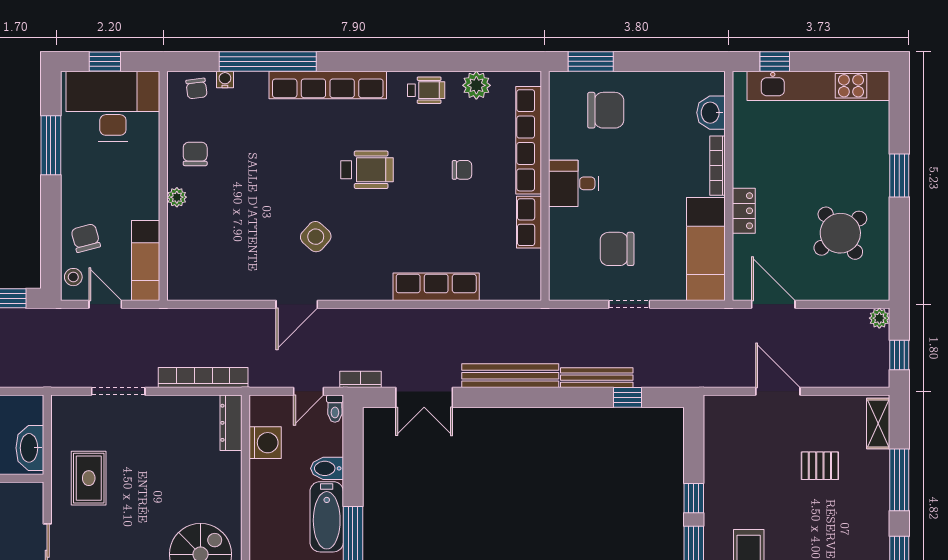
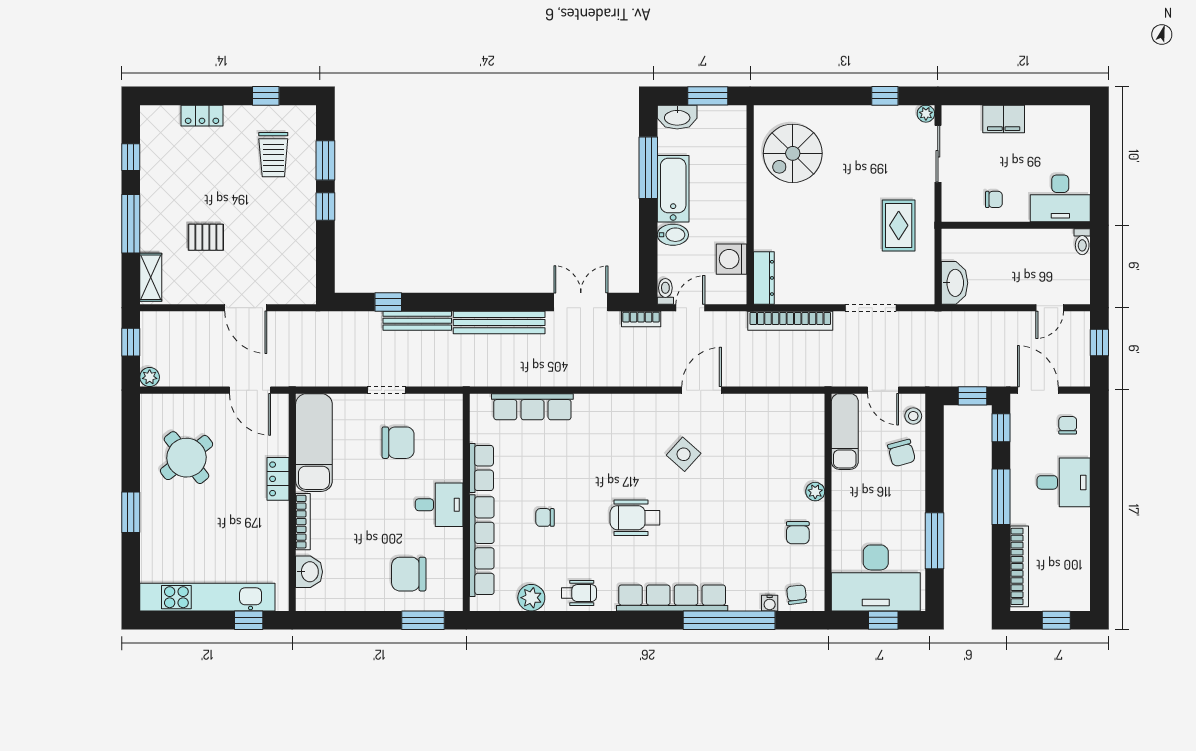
wheelchair: (426, 90) -> (579, 593), turned 180
row of seats: (436, 287) -> (532, 407), moved
washbasin: (30, 448) -> (954, 283), moved

